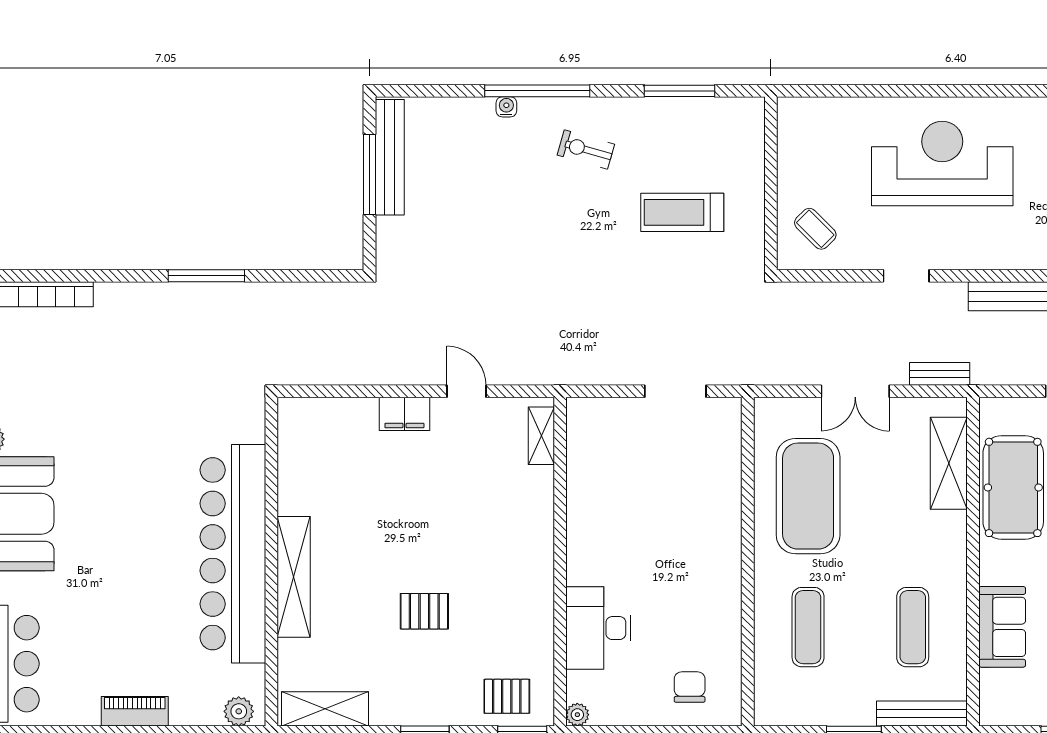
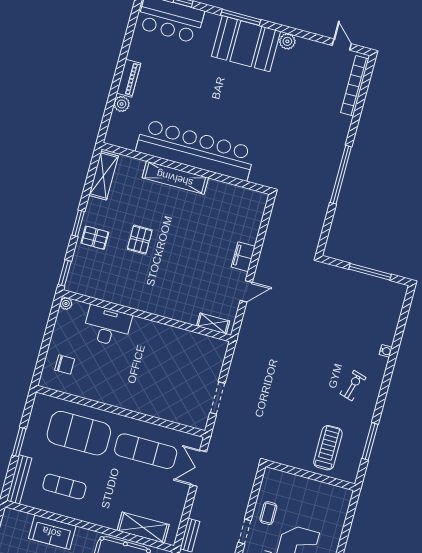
window: (537, 91) -> (390, 369), removed
bench: (390, 157) -> (376, 284), removed
treadmill: (682, 212) -> (328, 448), moved
coffee table: (815, 229) -> (268, 513), moved, turned -45
window: (206, 276) -> (341, 175), width x1.46
double door: (855, 391) -> (198, 468), moved
exercise mat: (808, 496) -> (146, 451), width x0.68
exercise mat: (808, 627) -> (79, 433), width x2.00, depth x1.45
pallet: (507, 696) -> (95, 238), moved, turned 90
plant: (239, 711) -> (122, 104), moved

